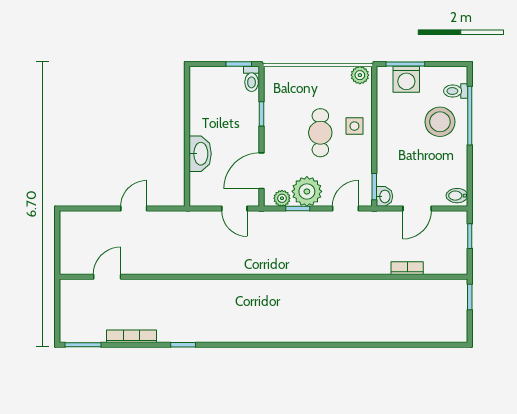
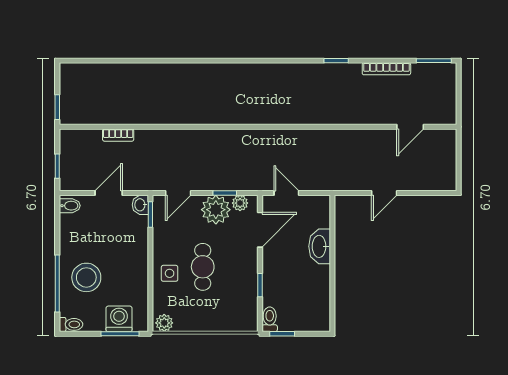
toilet: (456, 91) -> (71, 324), moved

